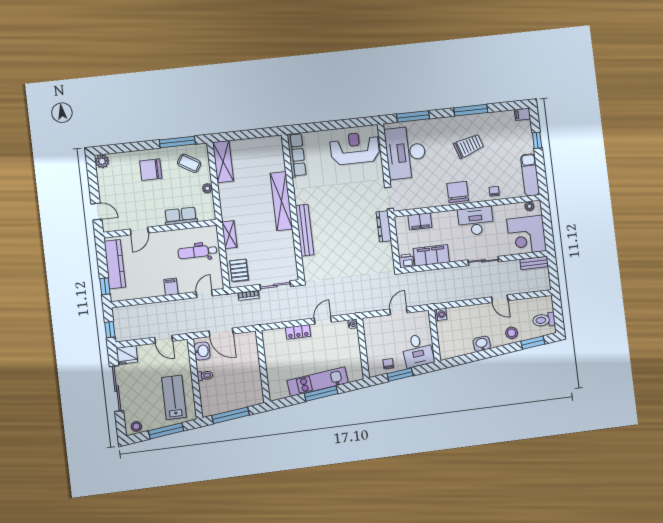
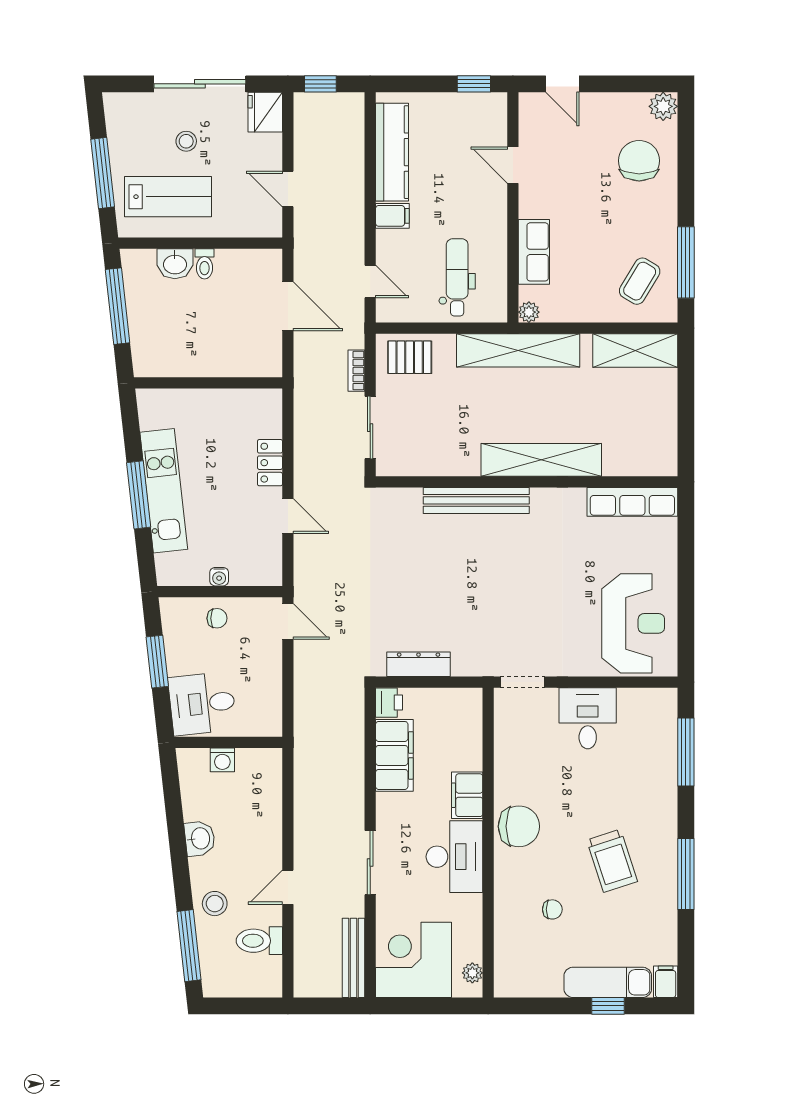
desk: (406, 153) -> (588, 718), width x0.53, depth x0.77
chair: (151, 170) -> (639, 161), moved
exam couch: (530, 175) -> (608, 982), moved
plant: (207, 188) -> (529, 312), moved
chair: (494, 191) -> (552, 909), moved
door: (96, 212) -> (562, 84), hinge flipped
filing cabinet: (420, 221) -> (467, 795), moved
dresser: (384, 226) -> (419, 664), moved
shelving: (229, 235) -> (518, 350), width x2.20, depth x1.33
bench: (534, 263) -> (354, 958), width x1.36
kitchen counter: (115, 264) -> (392, 152), moved, turned -90
window: (105, 286) -> (474, 84), moved
door: (398, 311) -> (288, 621), moved
washing machine: (440, 314) -> (222, 760), moved
toilet: (544, 320) -> (259, 941), moved, turned -90
water cooler: (353, 324) -> (219, 577), moved
door: (221, 332) -> (288, 306), swing flipped
door: (164, 339) -> (288, 189), hinge flipped
window: (533, 343) -> (189, 946), width x1.44
washbasin: (202, 351) -> (175, 264), moved
chair: (388, 364) -> (217, 618), moved
stool: (136, 426) -> (186, 141), moved

